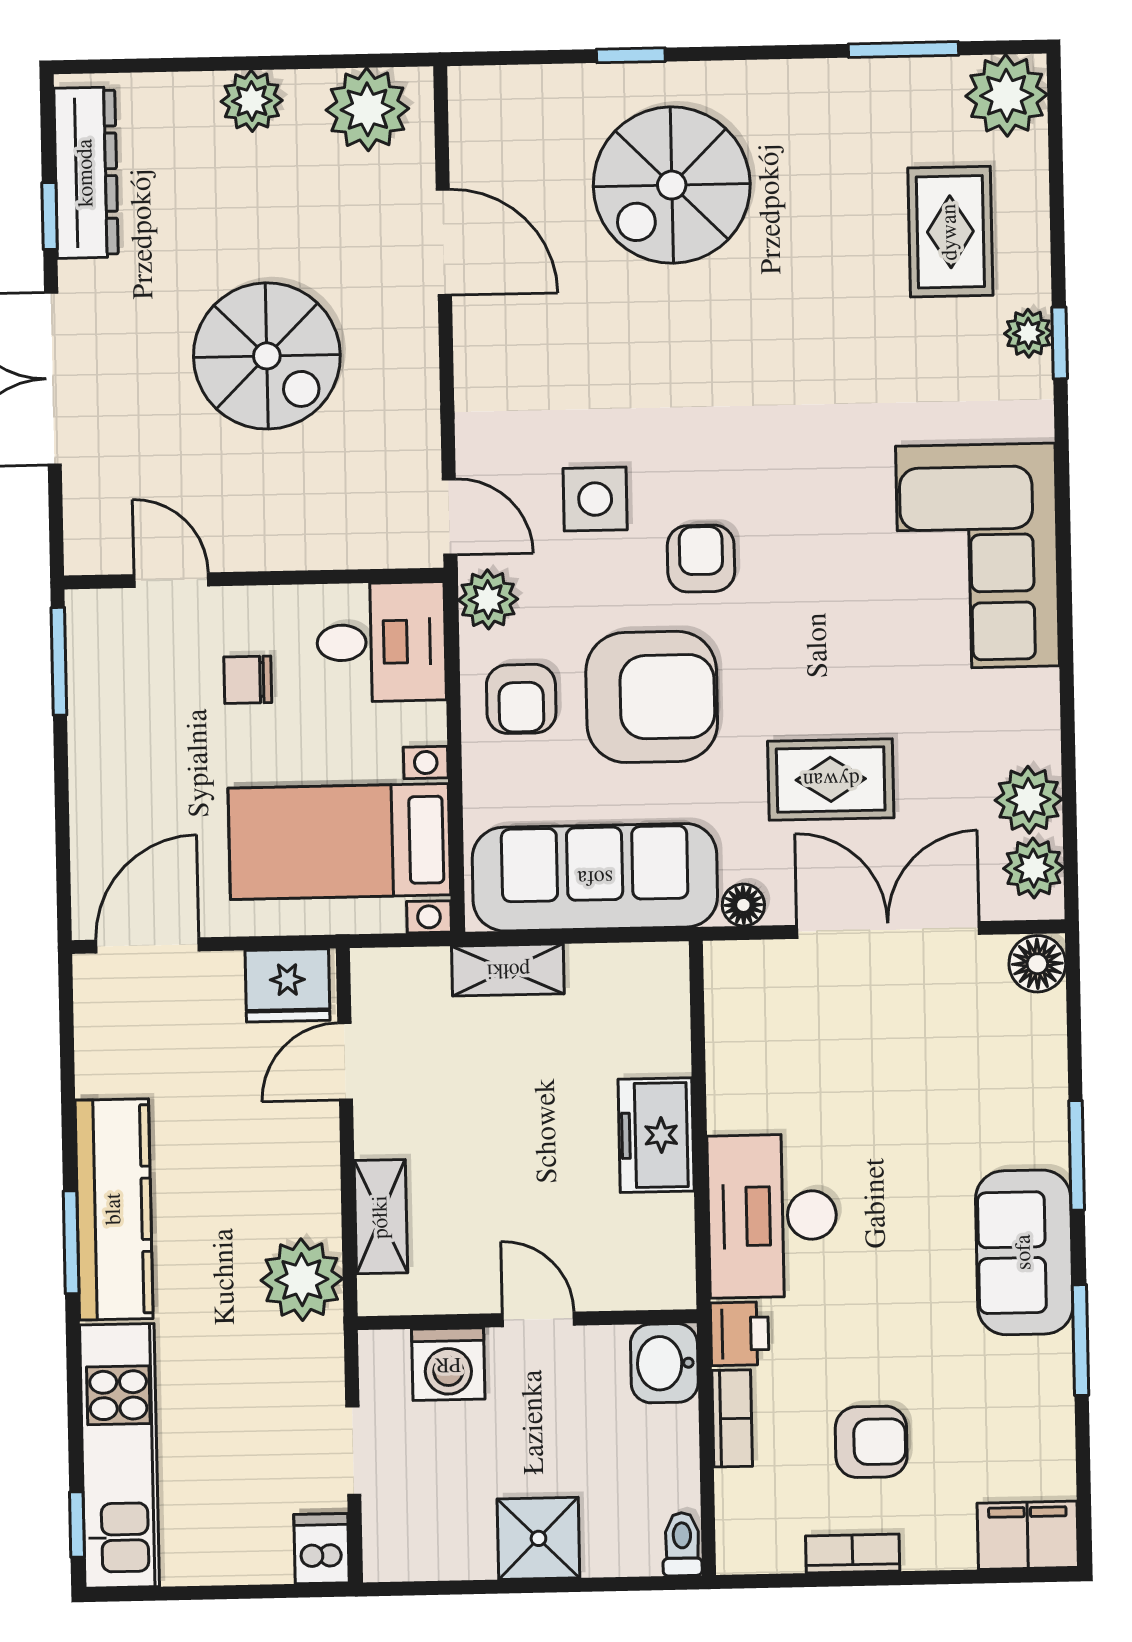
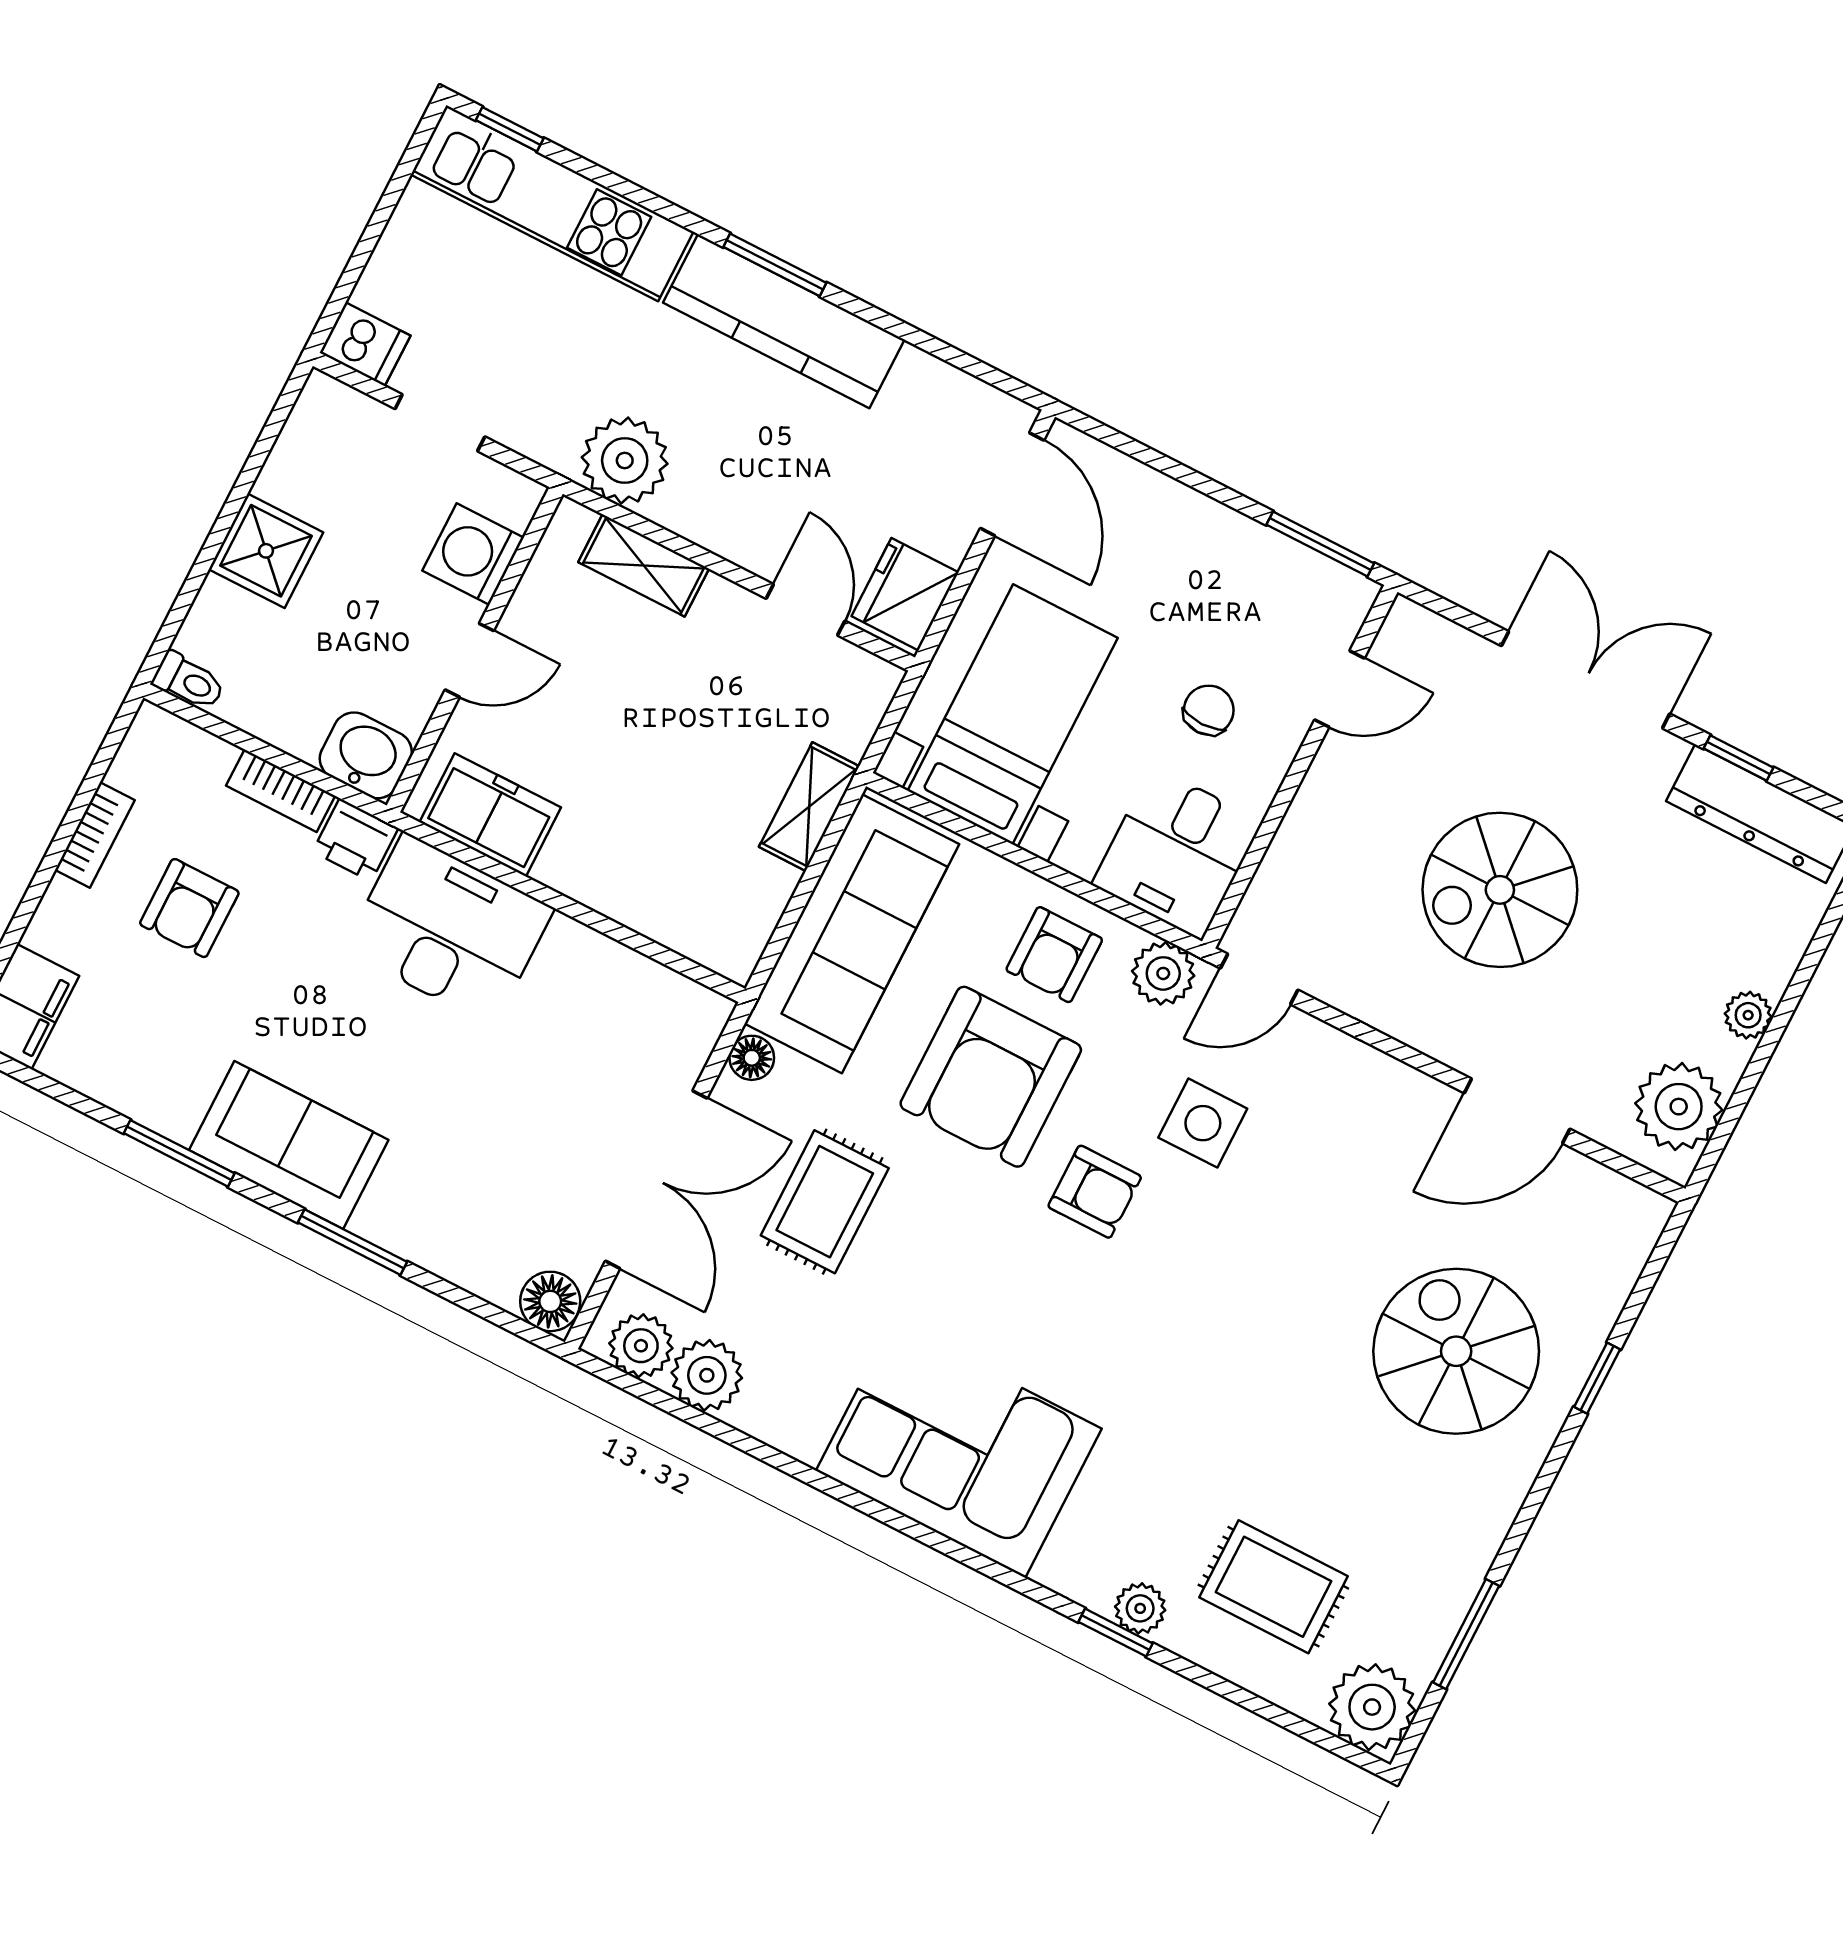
plant: (252, 101) -> (1748, 1015), width x0.73, depth x0.73
armchair: (521, 699) -> (1054, 955), turned -90
freezer: (656, 1135) -> (490, 815), moved

